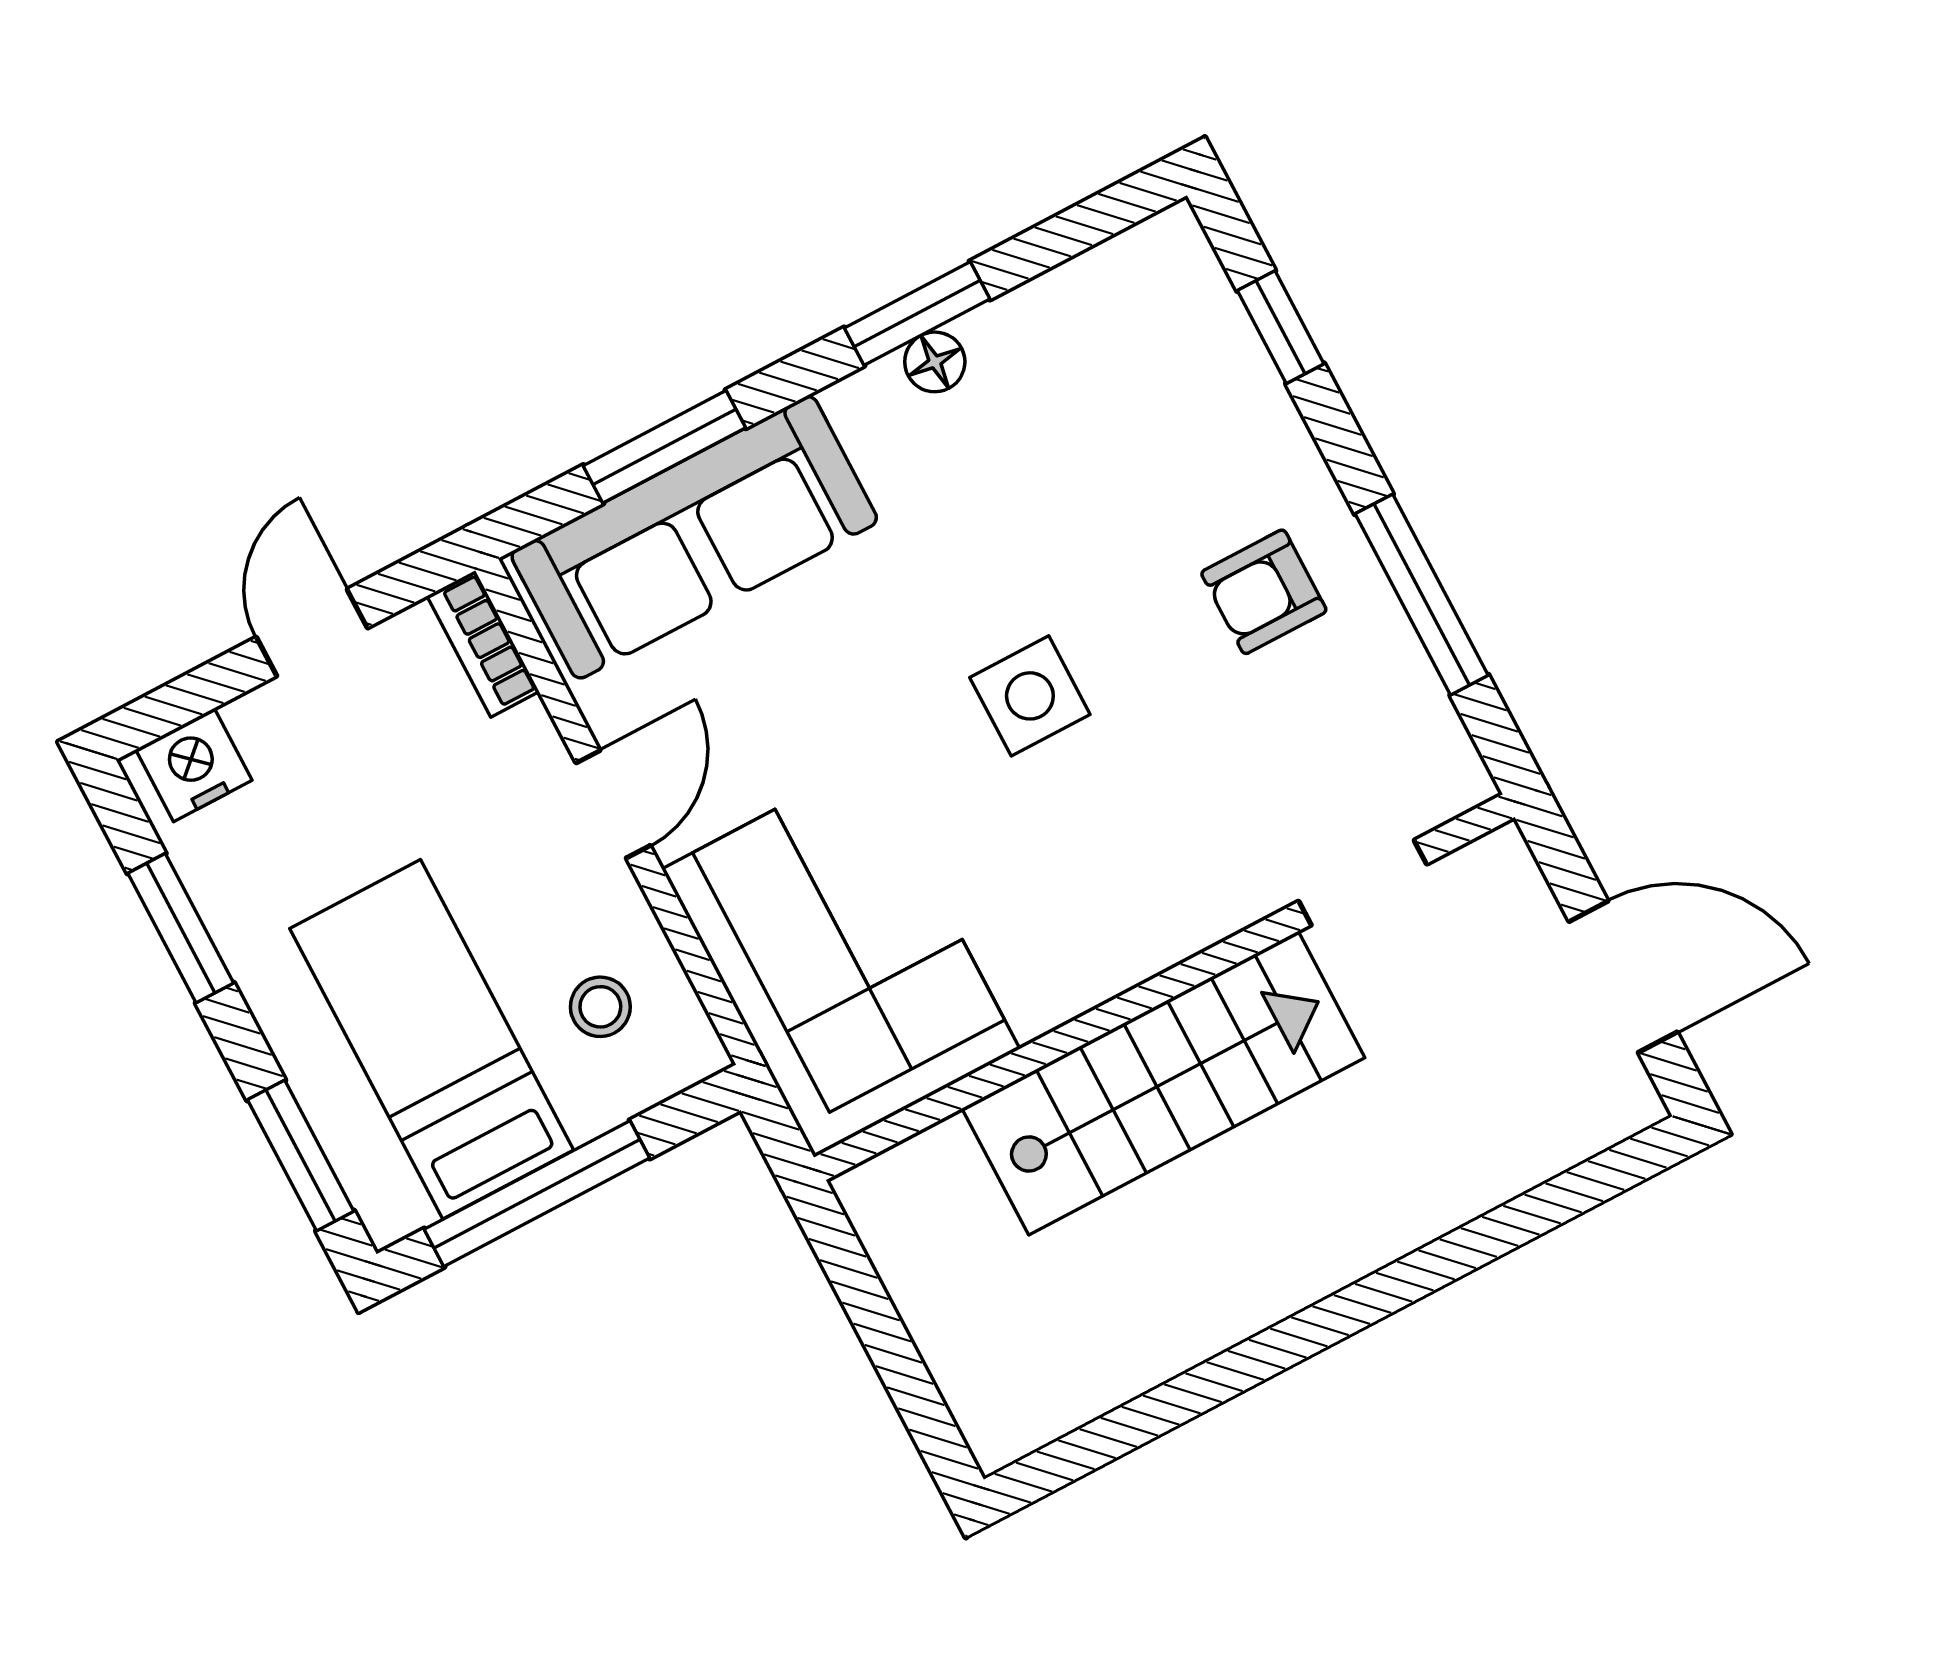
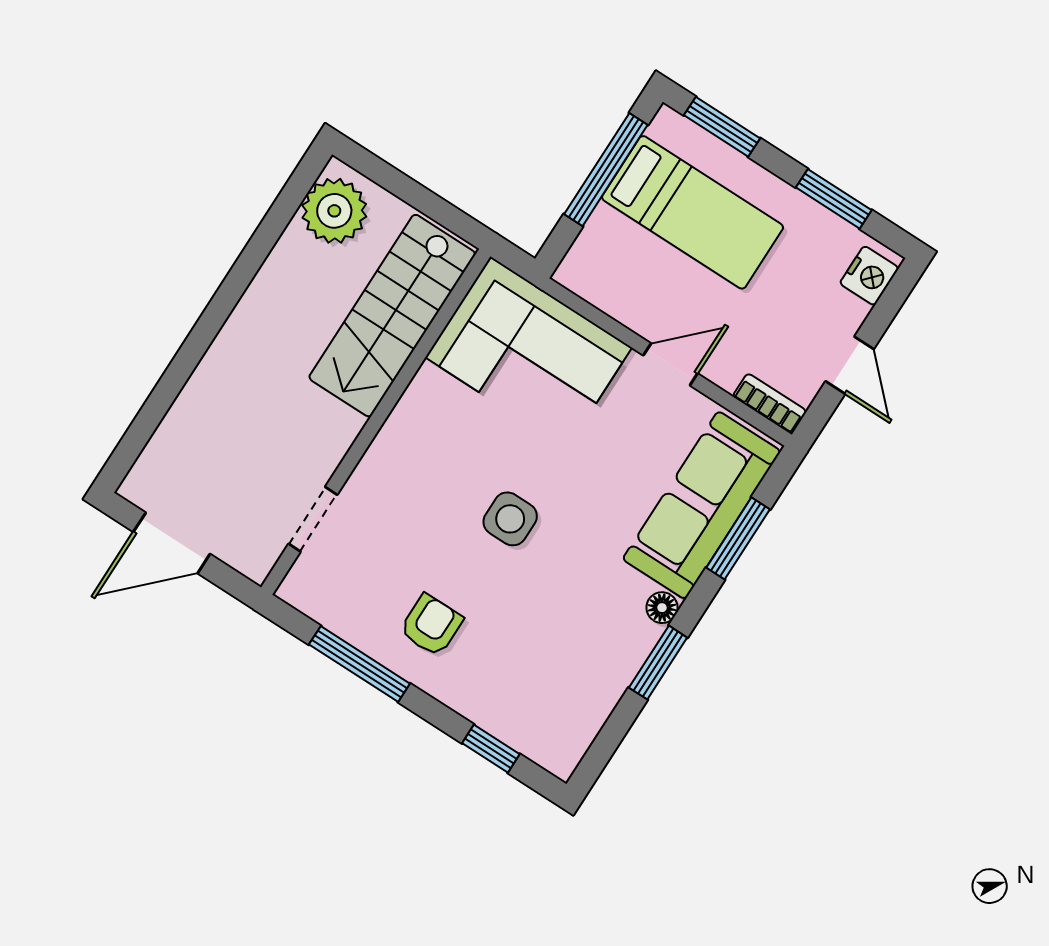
floor lamp: (935, 362) -> (662, 608), moved
door: (613, 804) -> (670, 364), swing flipped
stool: (600, 1007) -> (625, 270), removed
stairs: (1163, 1083) -> (392, 316), moved
plant: (1034, 1382) -> (334, 211), added

